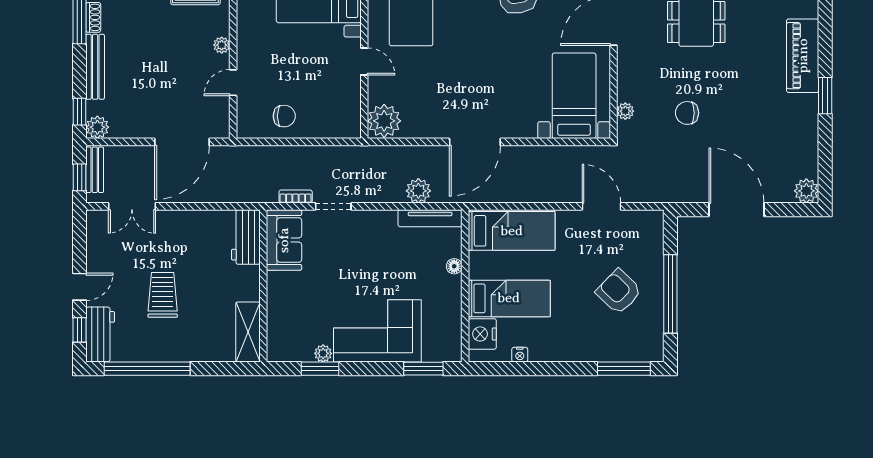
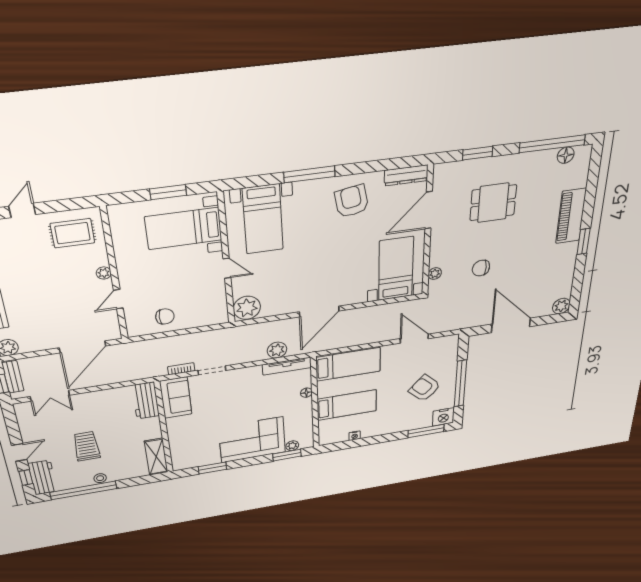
nightstand: (482, 334) -> (443, 417), moved, turned -90
stool: (171, 352) -> (100, 478), added
plant: (323, 353) -> (292, 446), moved

